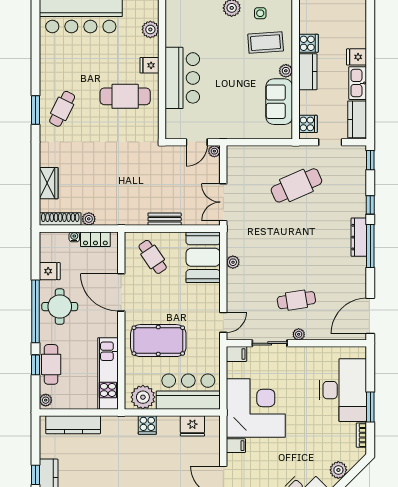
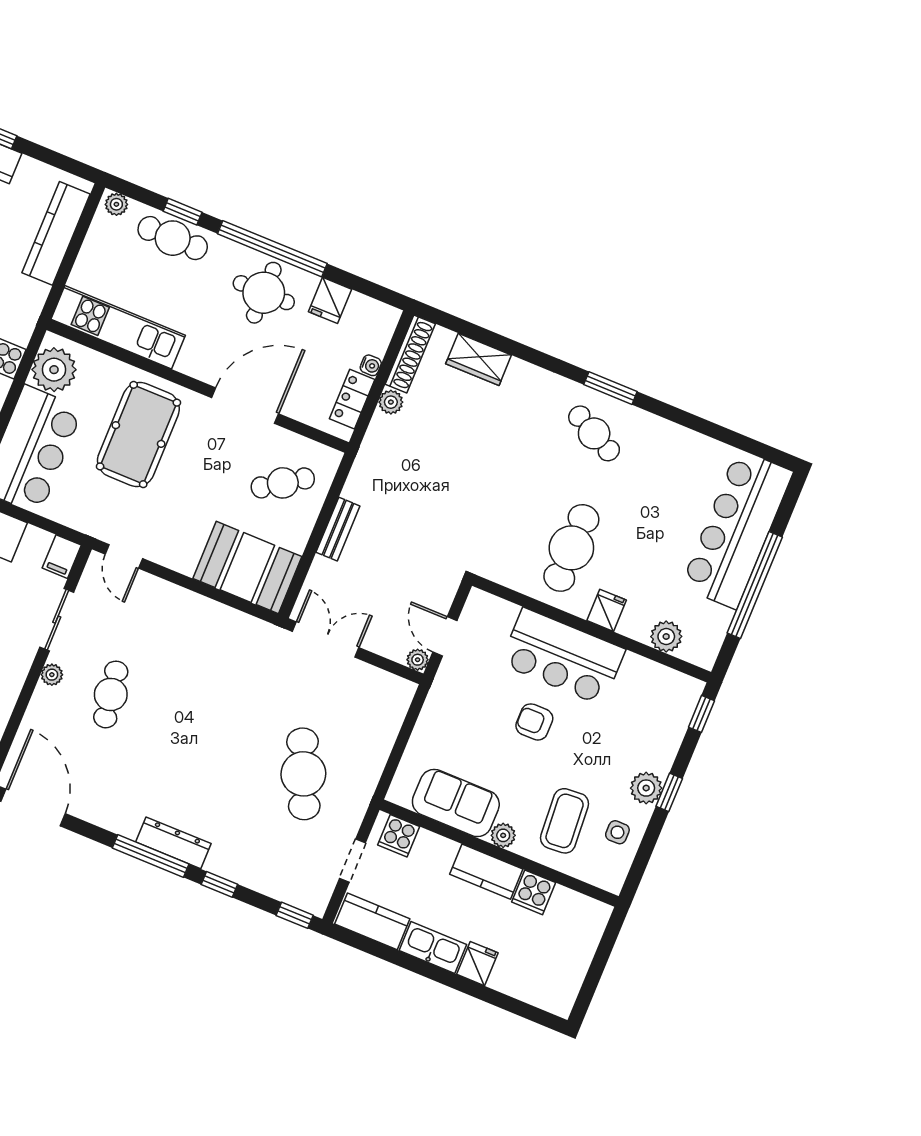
armchair: (222, 79) -> (534, 722), added
plant: (233, 262) -> (218, 614), removed

